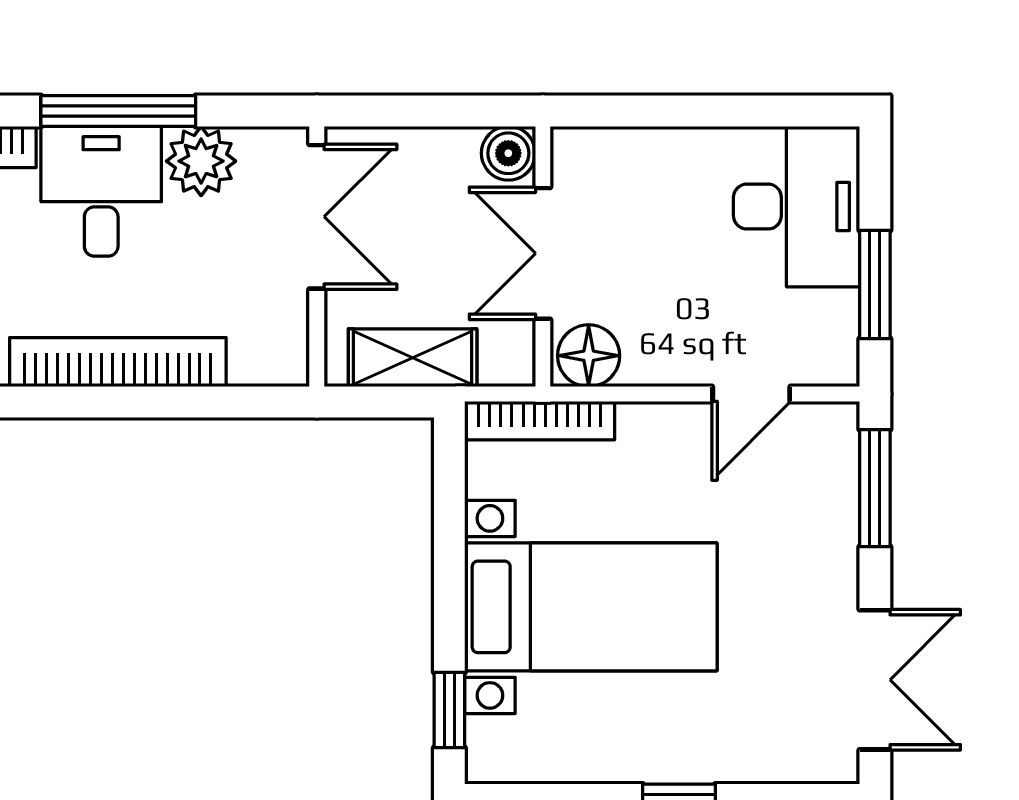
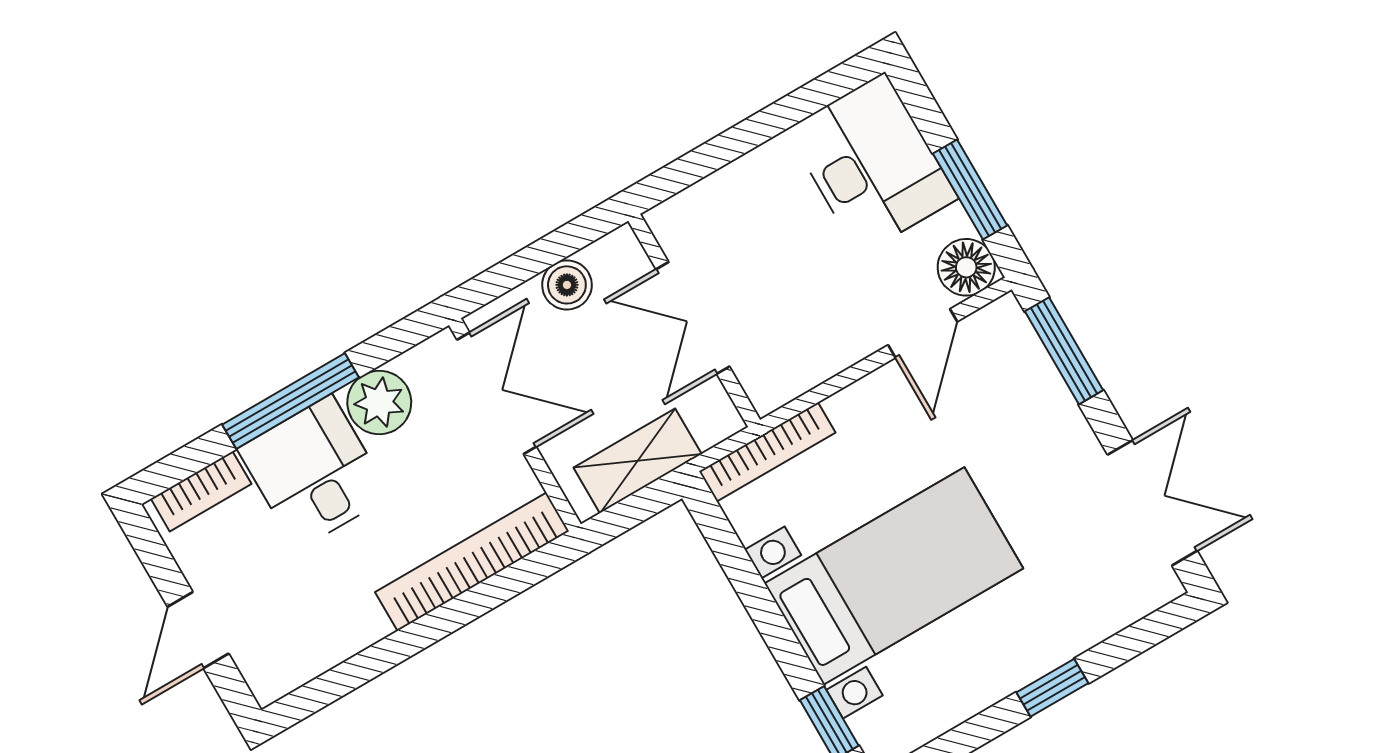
boiler: (508, 153) -> (567, 285), moved
floor lamp: (589, 356) -> (966, 267), moved
bookcase: (118, 362) -> (472, 562), moved

